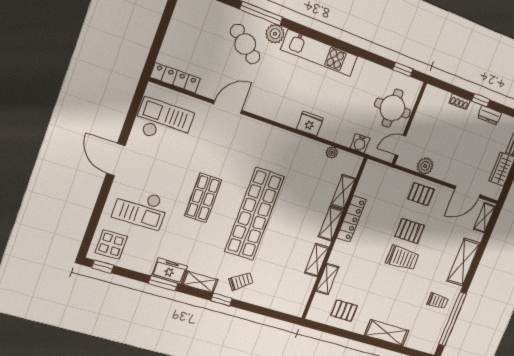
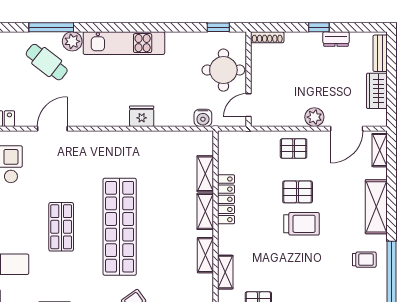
shoe rack: (460, 102) -> (267, 37), moved, width x1.43
plant: (332, 152) -> (177, 137), removed
plant: (425, 166) -> (314, 117), moved

